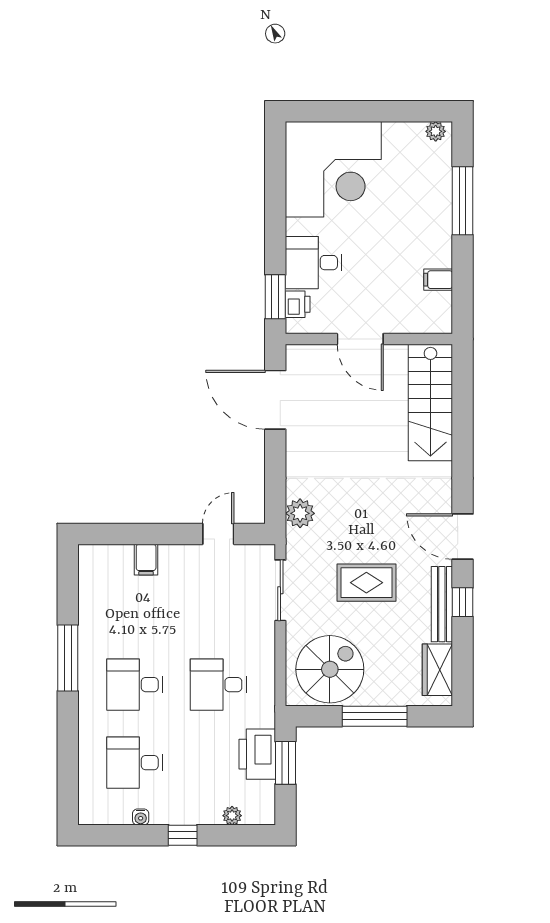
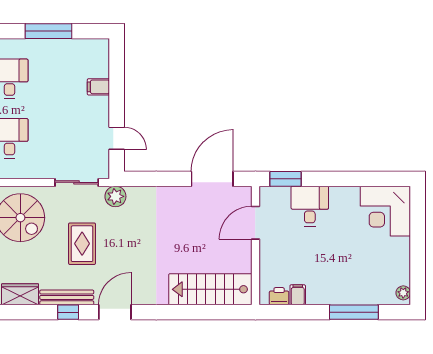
corner desk: (333, 169) -> (385, 211), width x0.74, depth x0.74
printer: (298, 304) -> (279, 296), moved, turned 180
door: (360, 339) -> (255, 223), moved
plant: (300, 513) -> (115, 196), moved
window: (68, 658) -> (49, 31), moved

